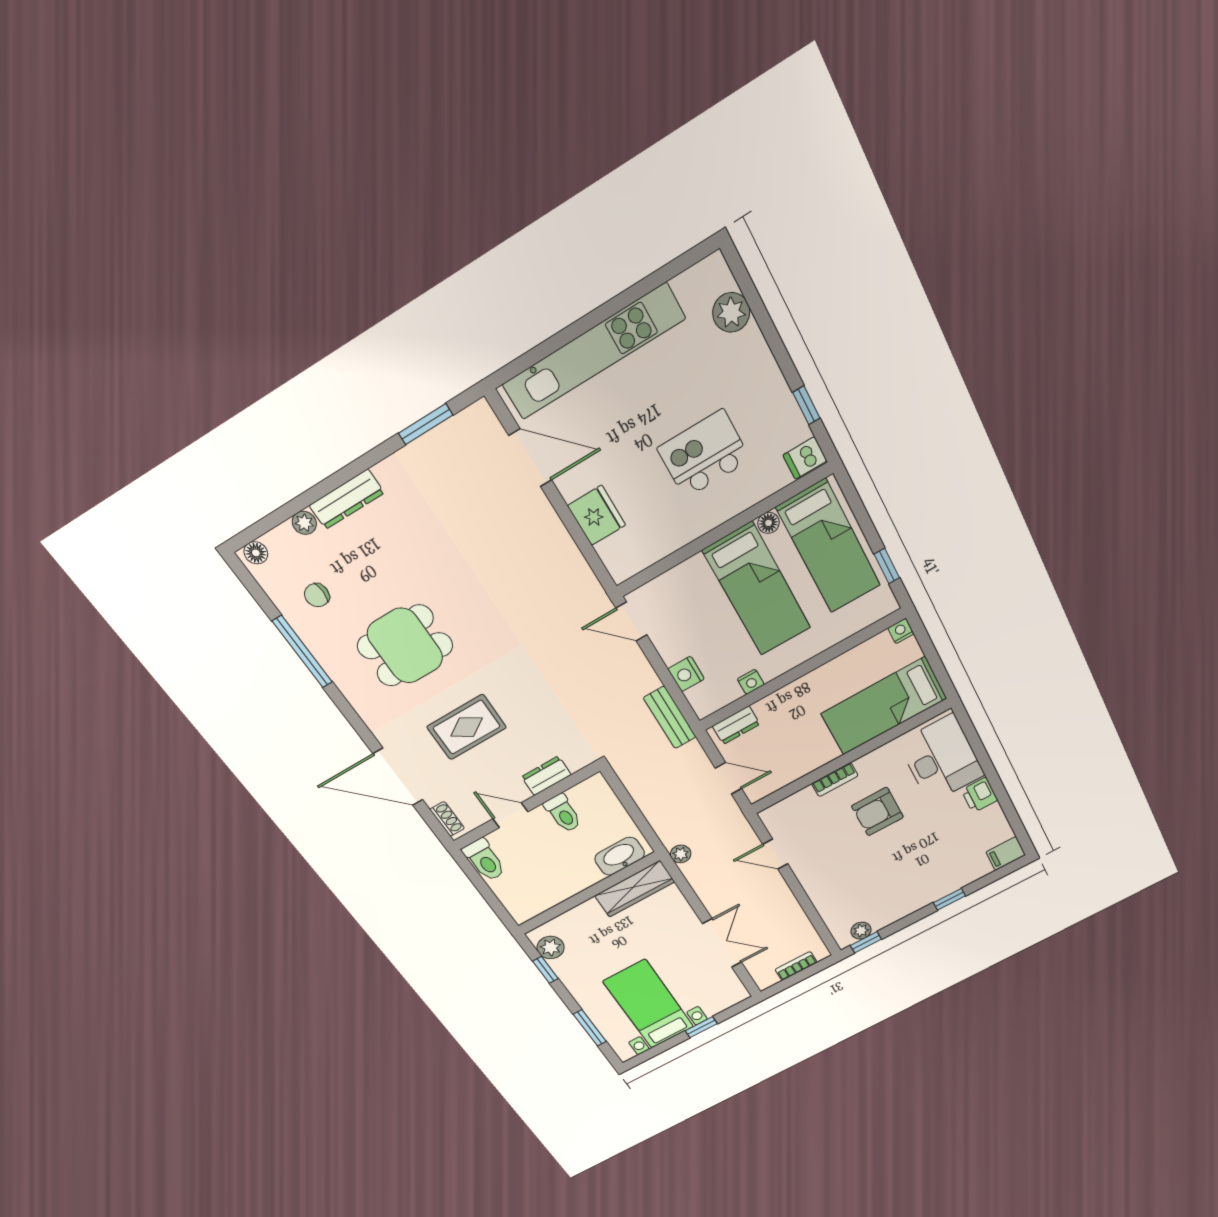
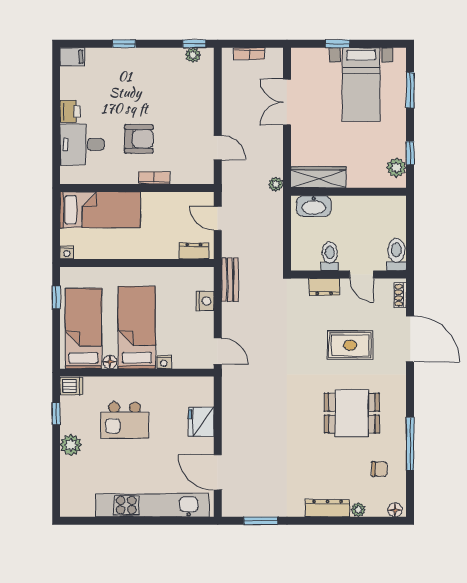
plant: (731, 312) -> (71, 445), moved
nightstand: (751, 682) -> (164, 362), moved, turned 180
desk: (941, 759) -> (82, 144), width x0.73

